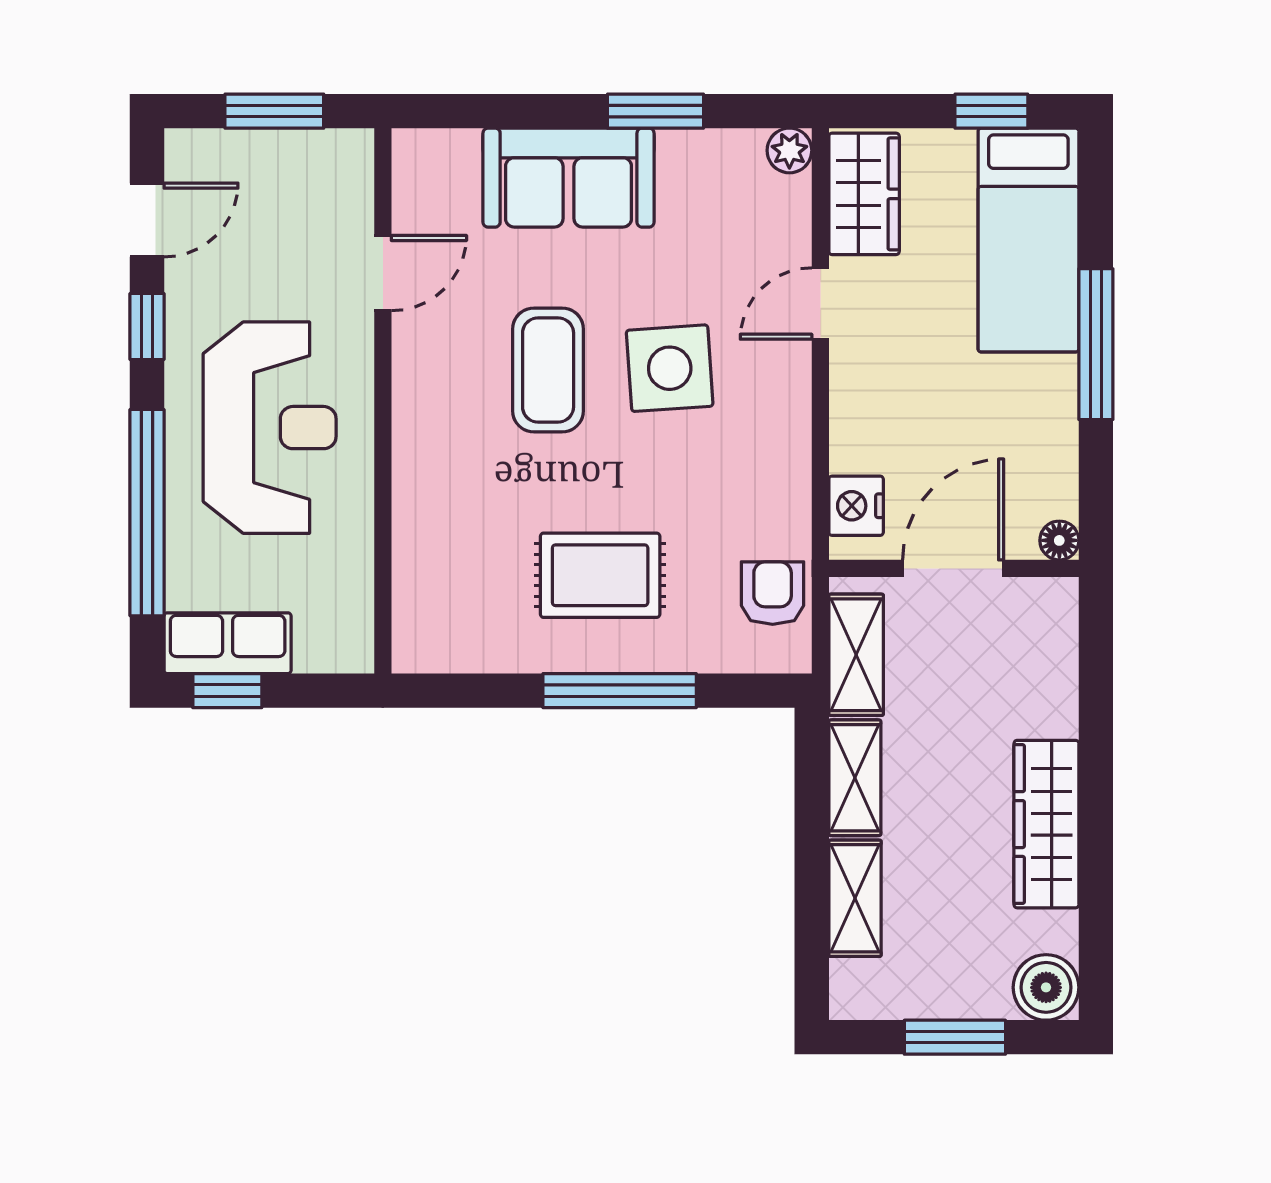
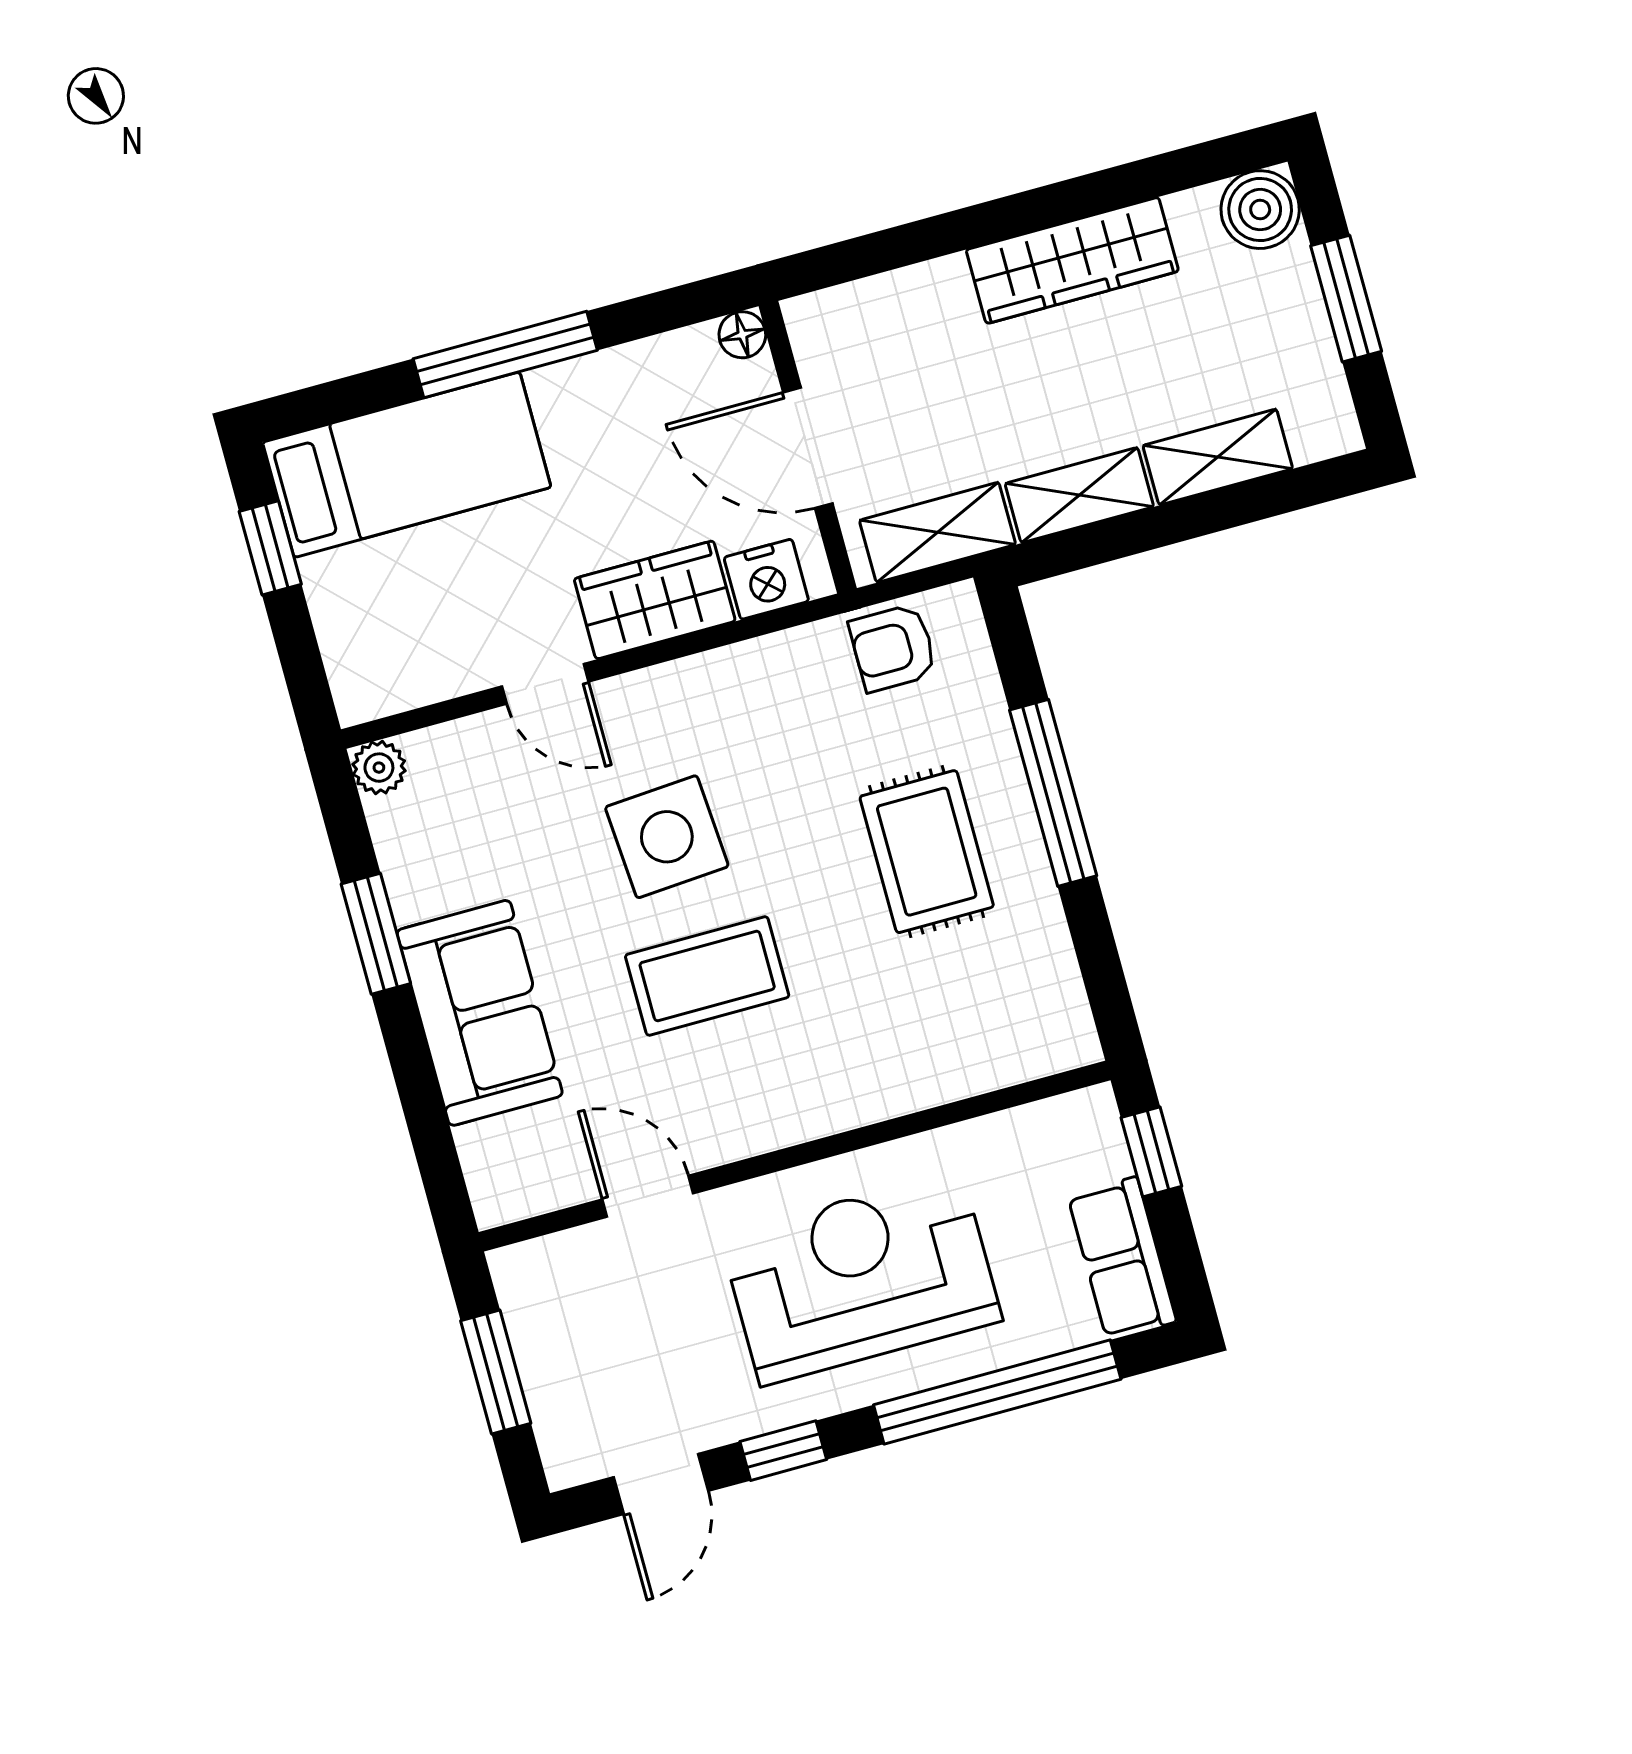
wardrobe: (864, 194) -> (655, 600), moved
door: (147, 220) -> (661, 1484), swing flipped
window: (227, 691) -> (1151, 1152), moved

